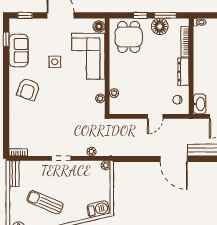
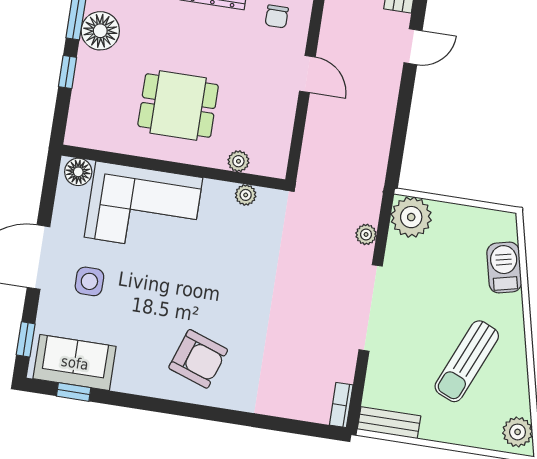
dining table: (129, 37) -> (178, 105), moved
sofa: (19, 51) -> (75, 363), moved
side table: (55, 62) -> (89, 281), moved
doorway: (61, 158) -> (371, 308), width x1.87
door: (174, 159) -> (413, 47), width x0.53
plant: (106, 165) -> (411, 217), width x1.88, depth x1.88
barbecue: (98, 209) -> (504, 268), moved

